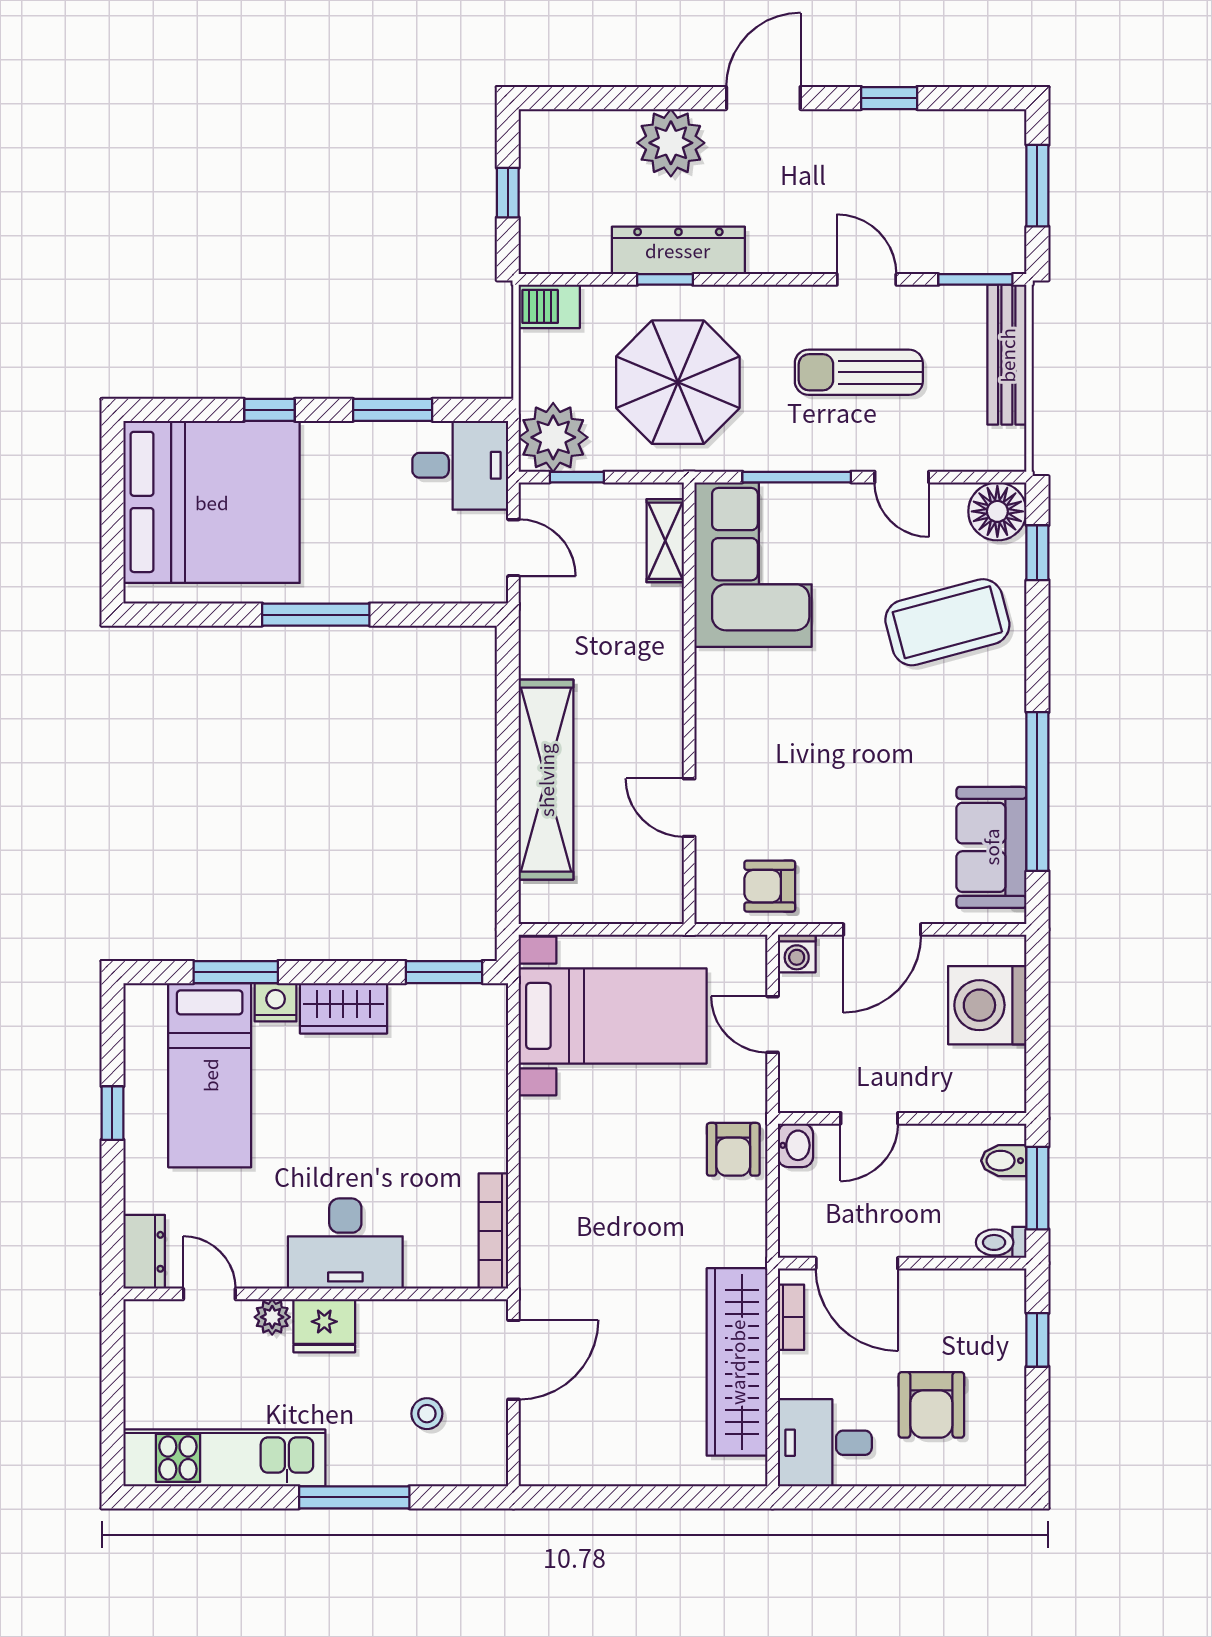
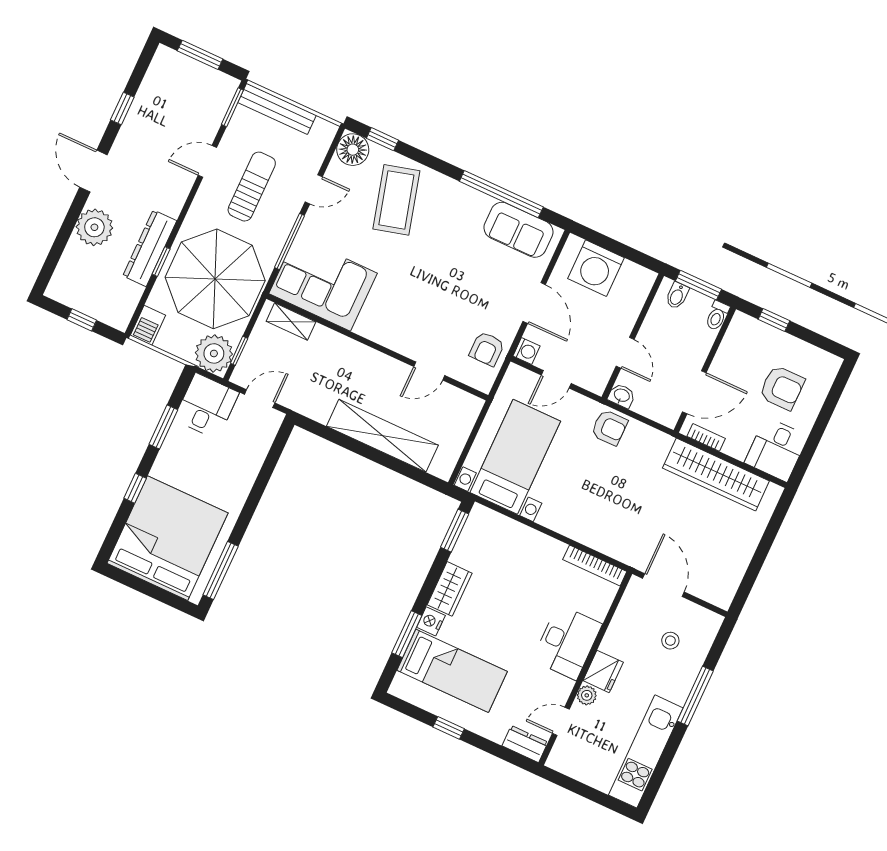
sun lounger: (859, 372) -> (252, 187), turned 180
parasol: (678, 382) -> (215, 279), width x1.36, depth x1.36
window: (316, 615) -> (221, 570), moved

